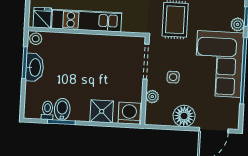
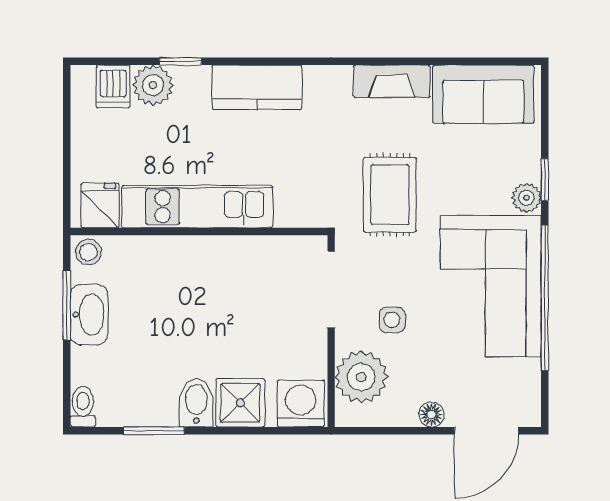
plant: (152, 97) -> (361, 377), width x1.87, depth x1.87
bidet: (62, 109) -> (196, 403), moved
toilet: (47, 110) -> (83, 407), moved
floor lamp: (184, 116) -> (431, 414), width x0.53, depth x0.53

